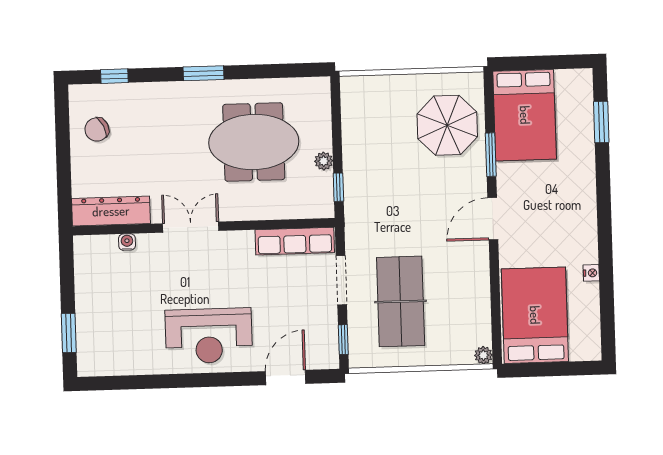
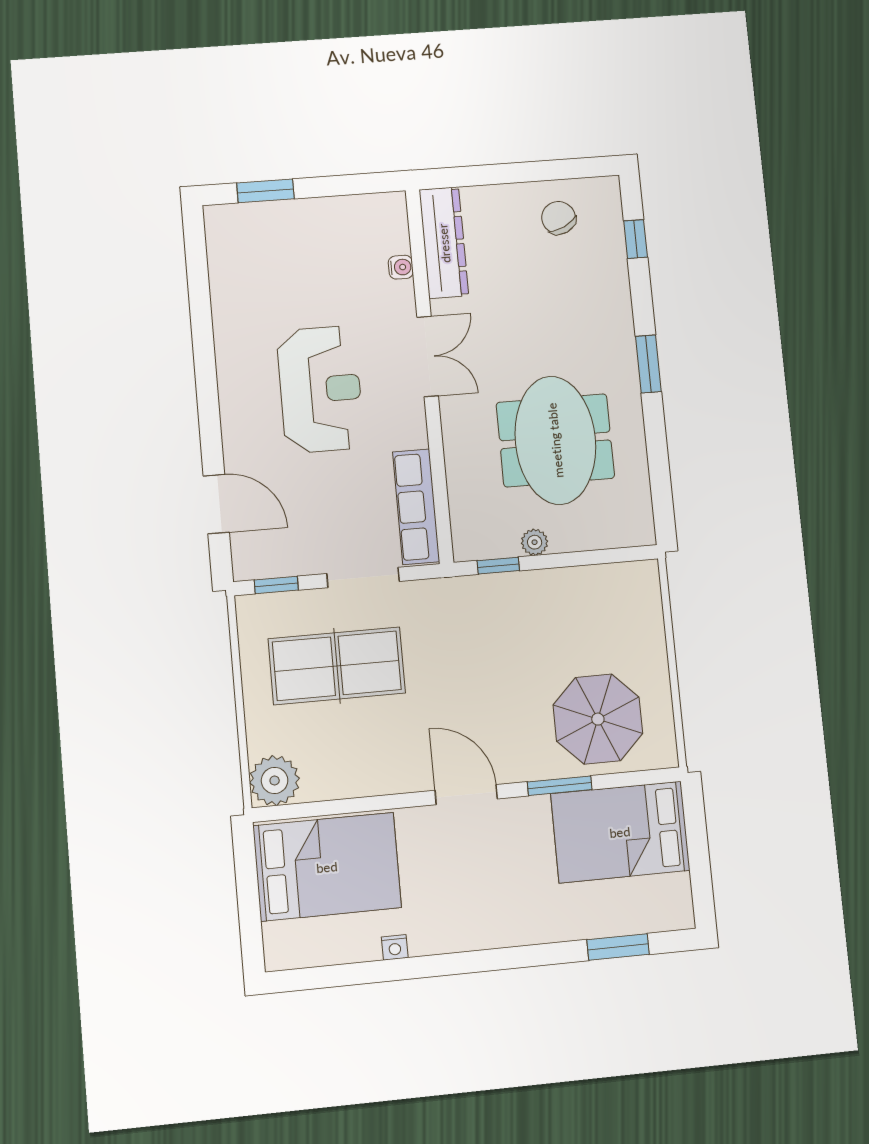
reception desk: (209, 336) -> (320, 389), moved, turned 180
plant: (483, 355) -> (275, 781), width x1.88, depth x1.88

